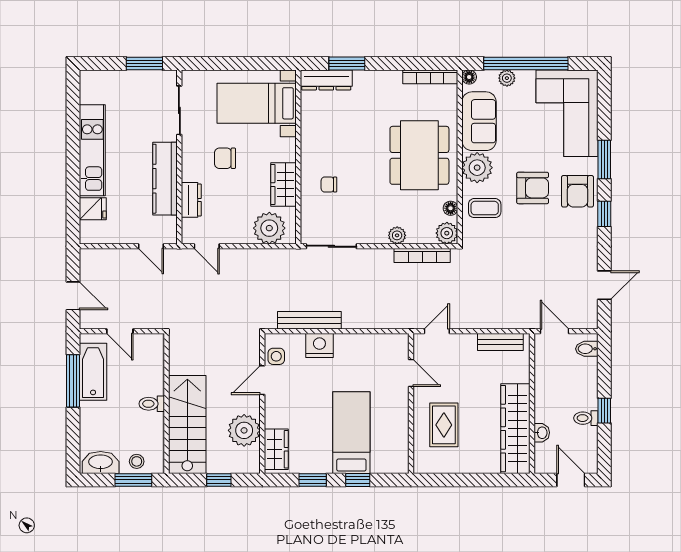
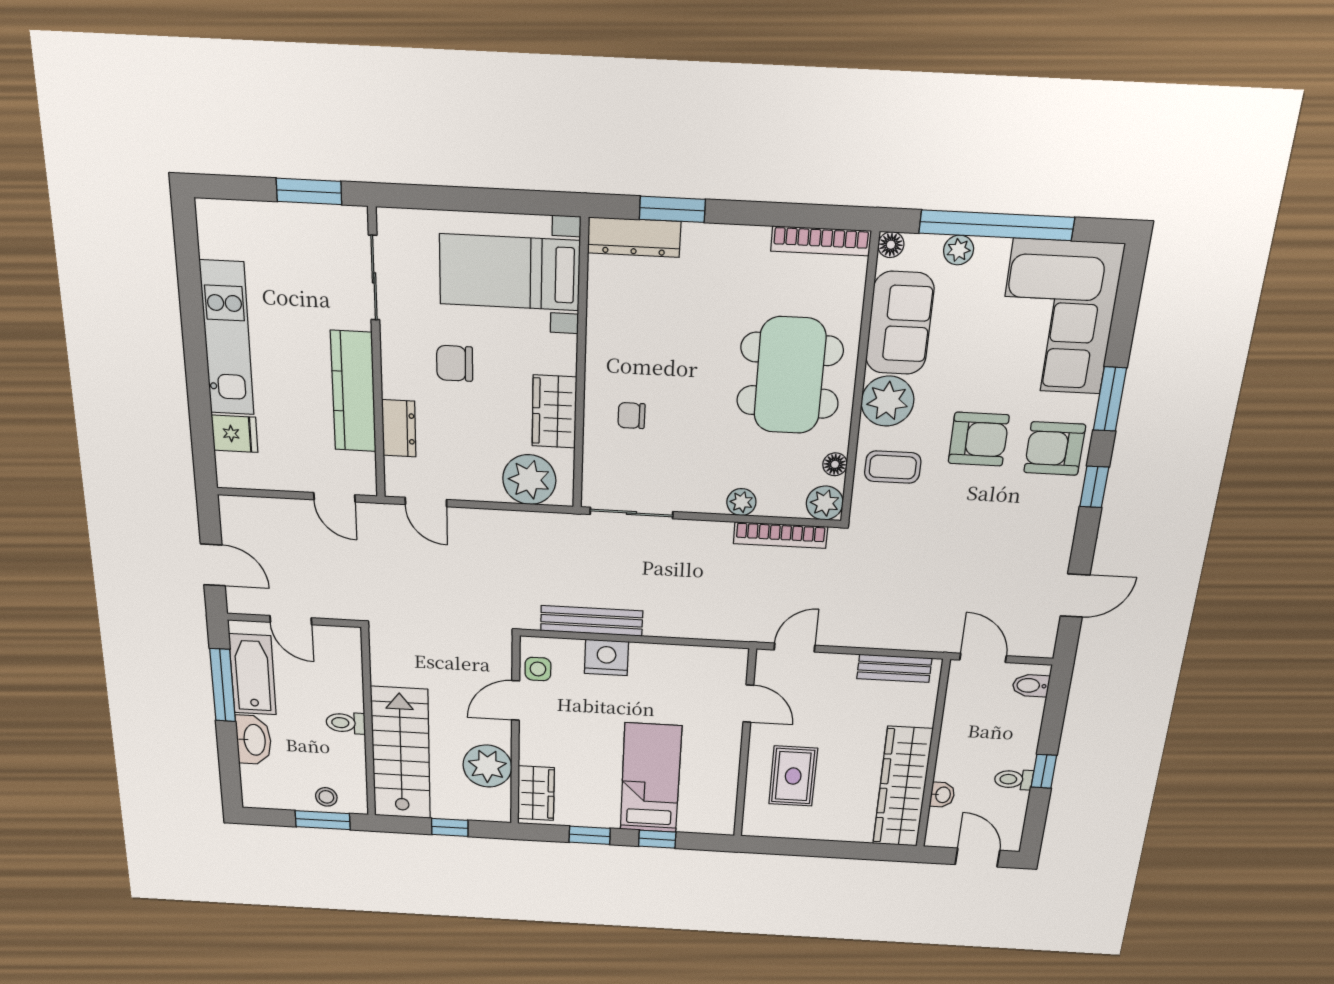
armchair: (577, 191) -> (1055, 449), turned 90
washbasin: (101, 462) -> (254, 740), moved, turned 90

